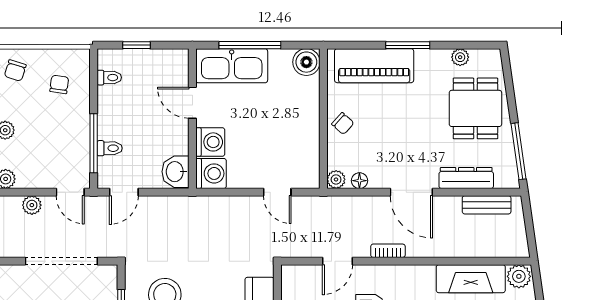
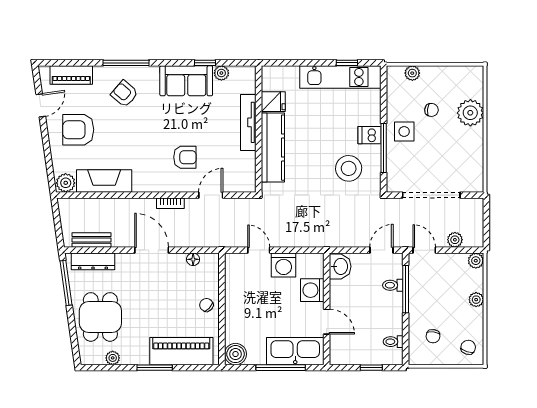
washing machine: (211, 173) -> (284, 265), moved, turned -90
dresser: (466, 178) -> (93, 261), moved
plant: (336, 179) -> (212, 260), removed

